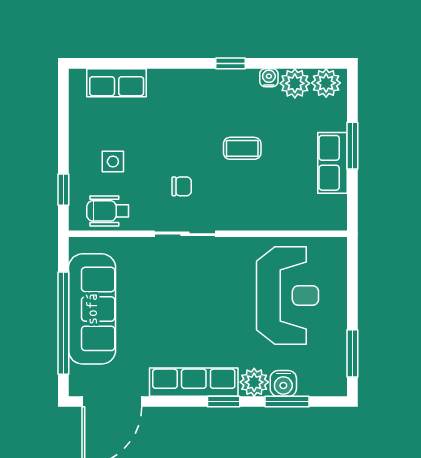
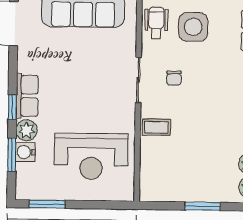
coffee table: (242, 148) -> (156, 127), moved, turned 90
side table: (113, 162) -> (193, 27), width x1.87, depth x1.87
row of seats: (333, 163) -> (190, 191), removed
row of seats: (194, 382) -> (27, 96), width x0.68

